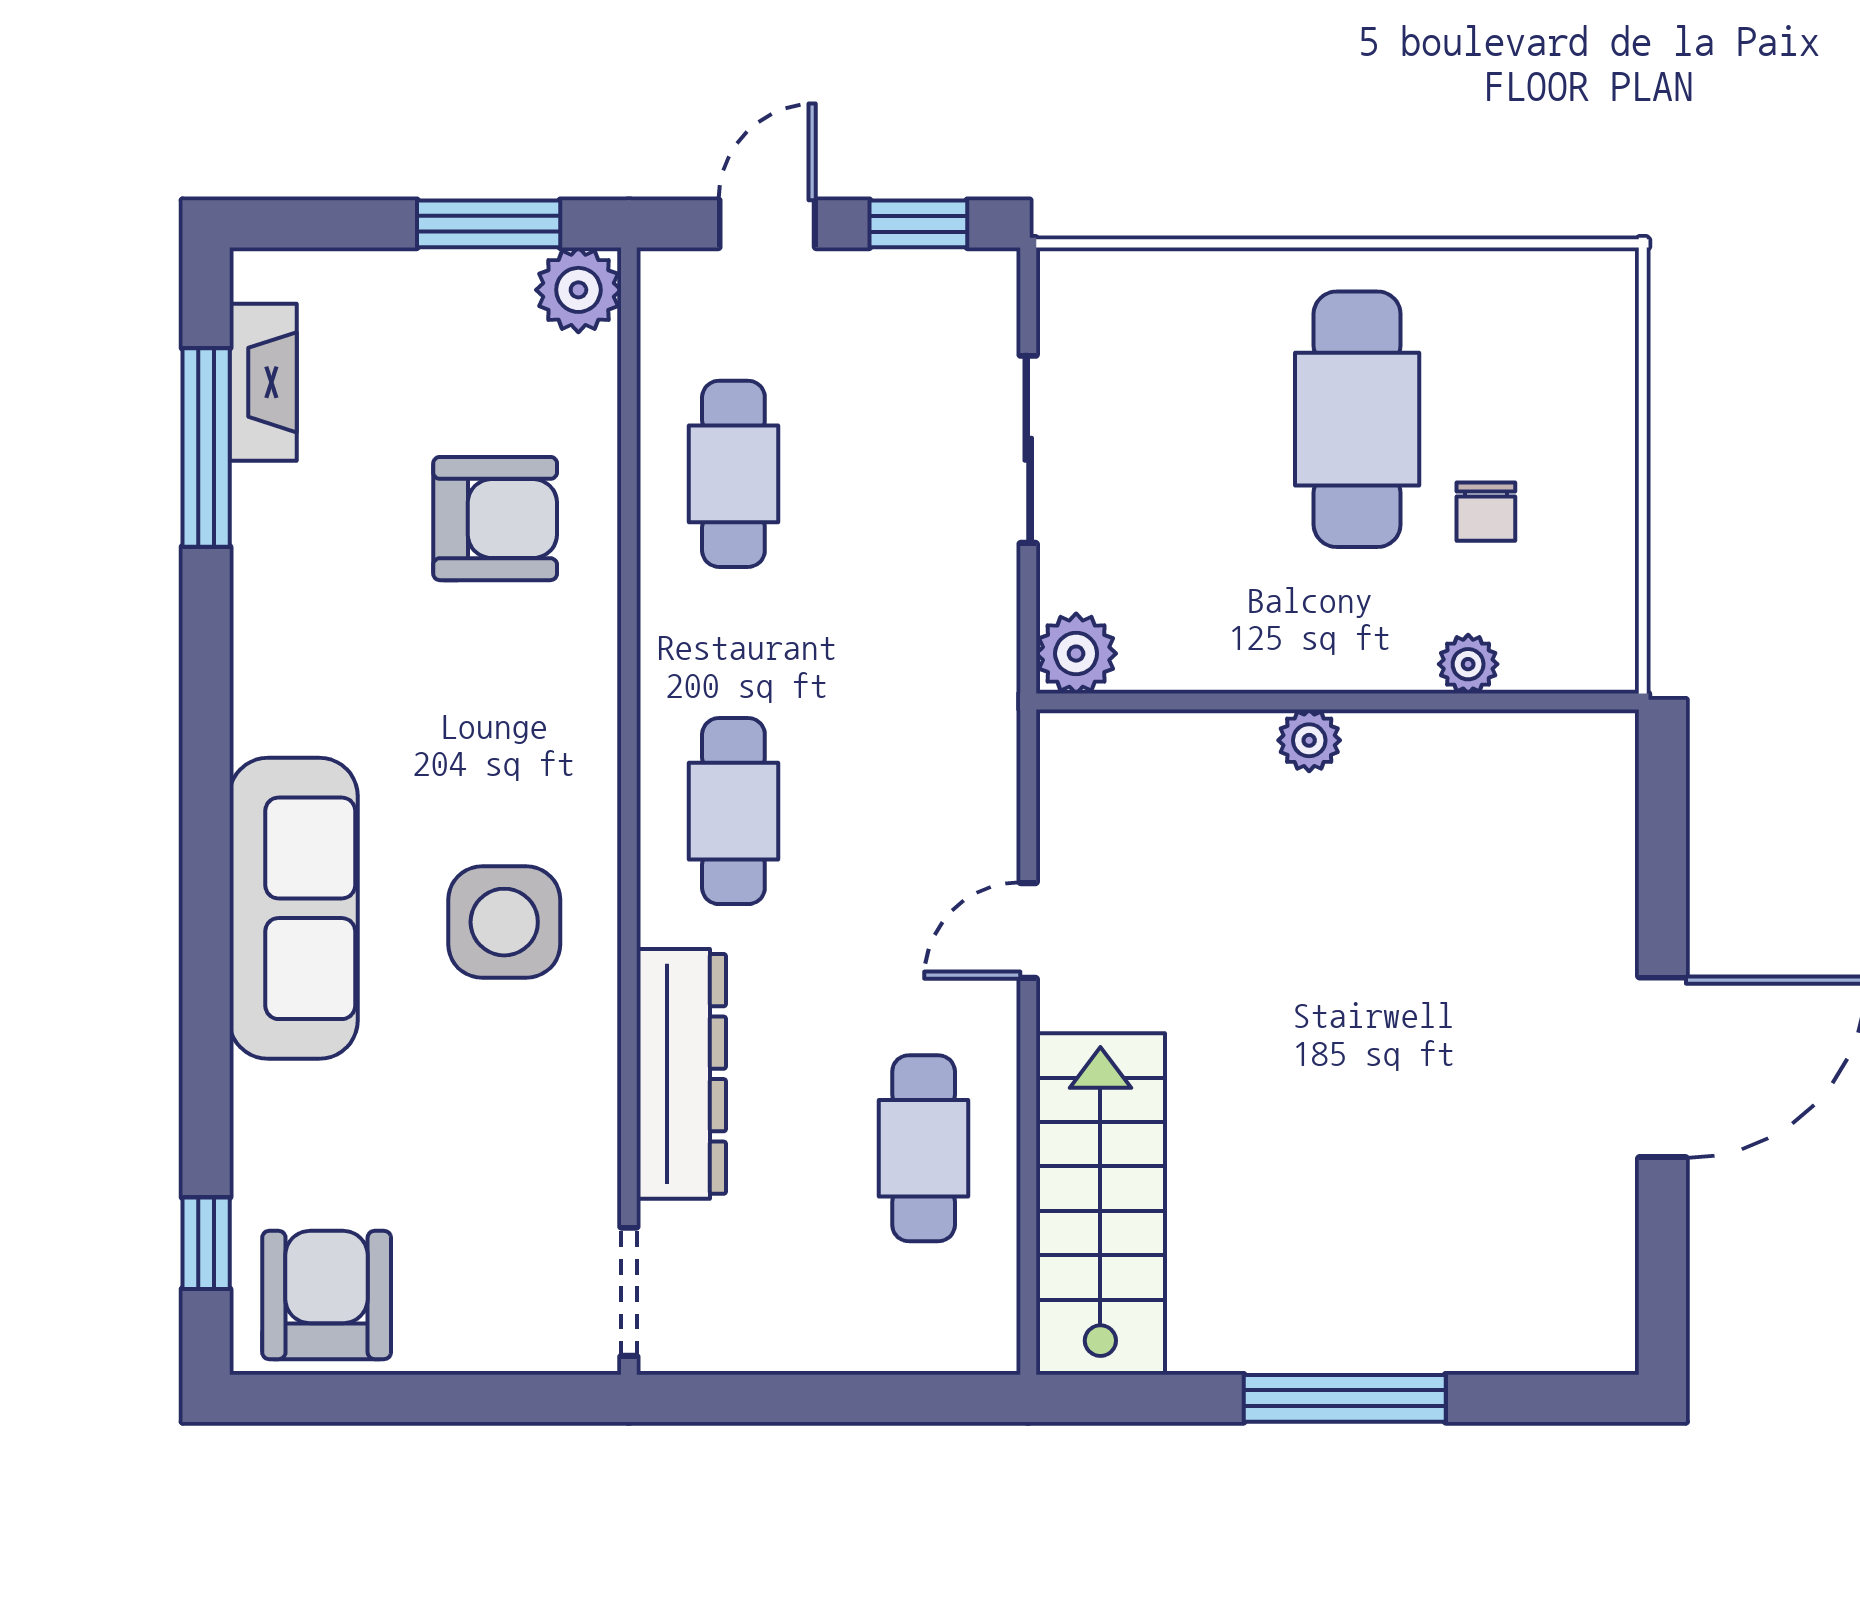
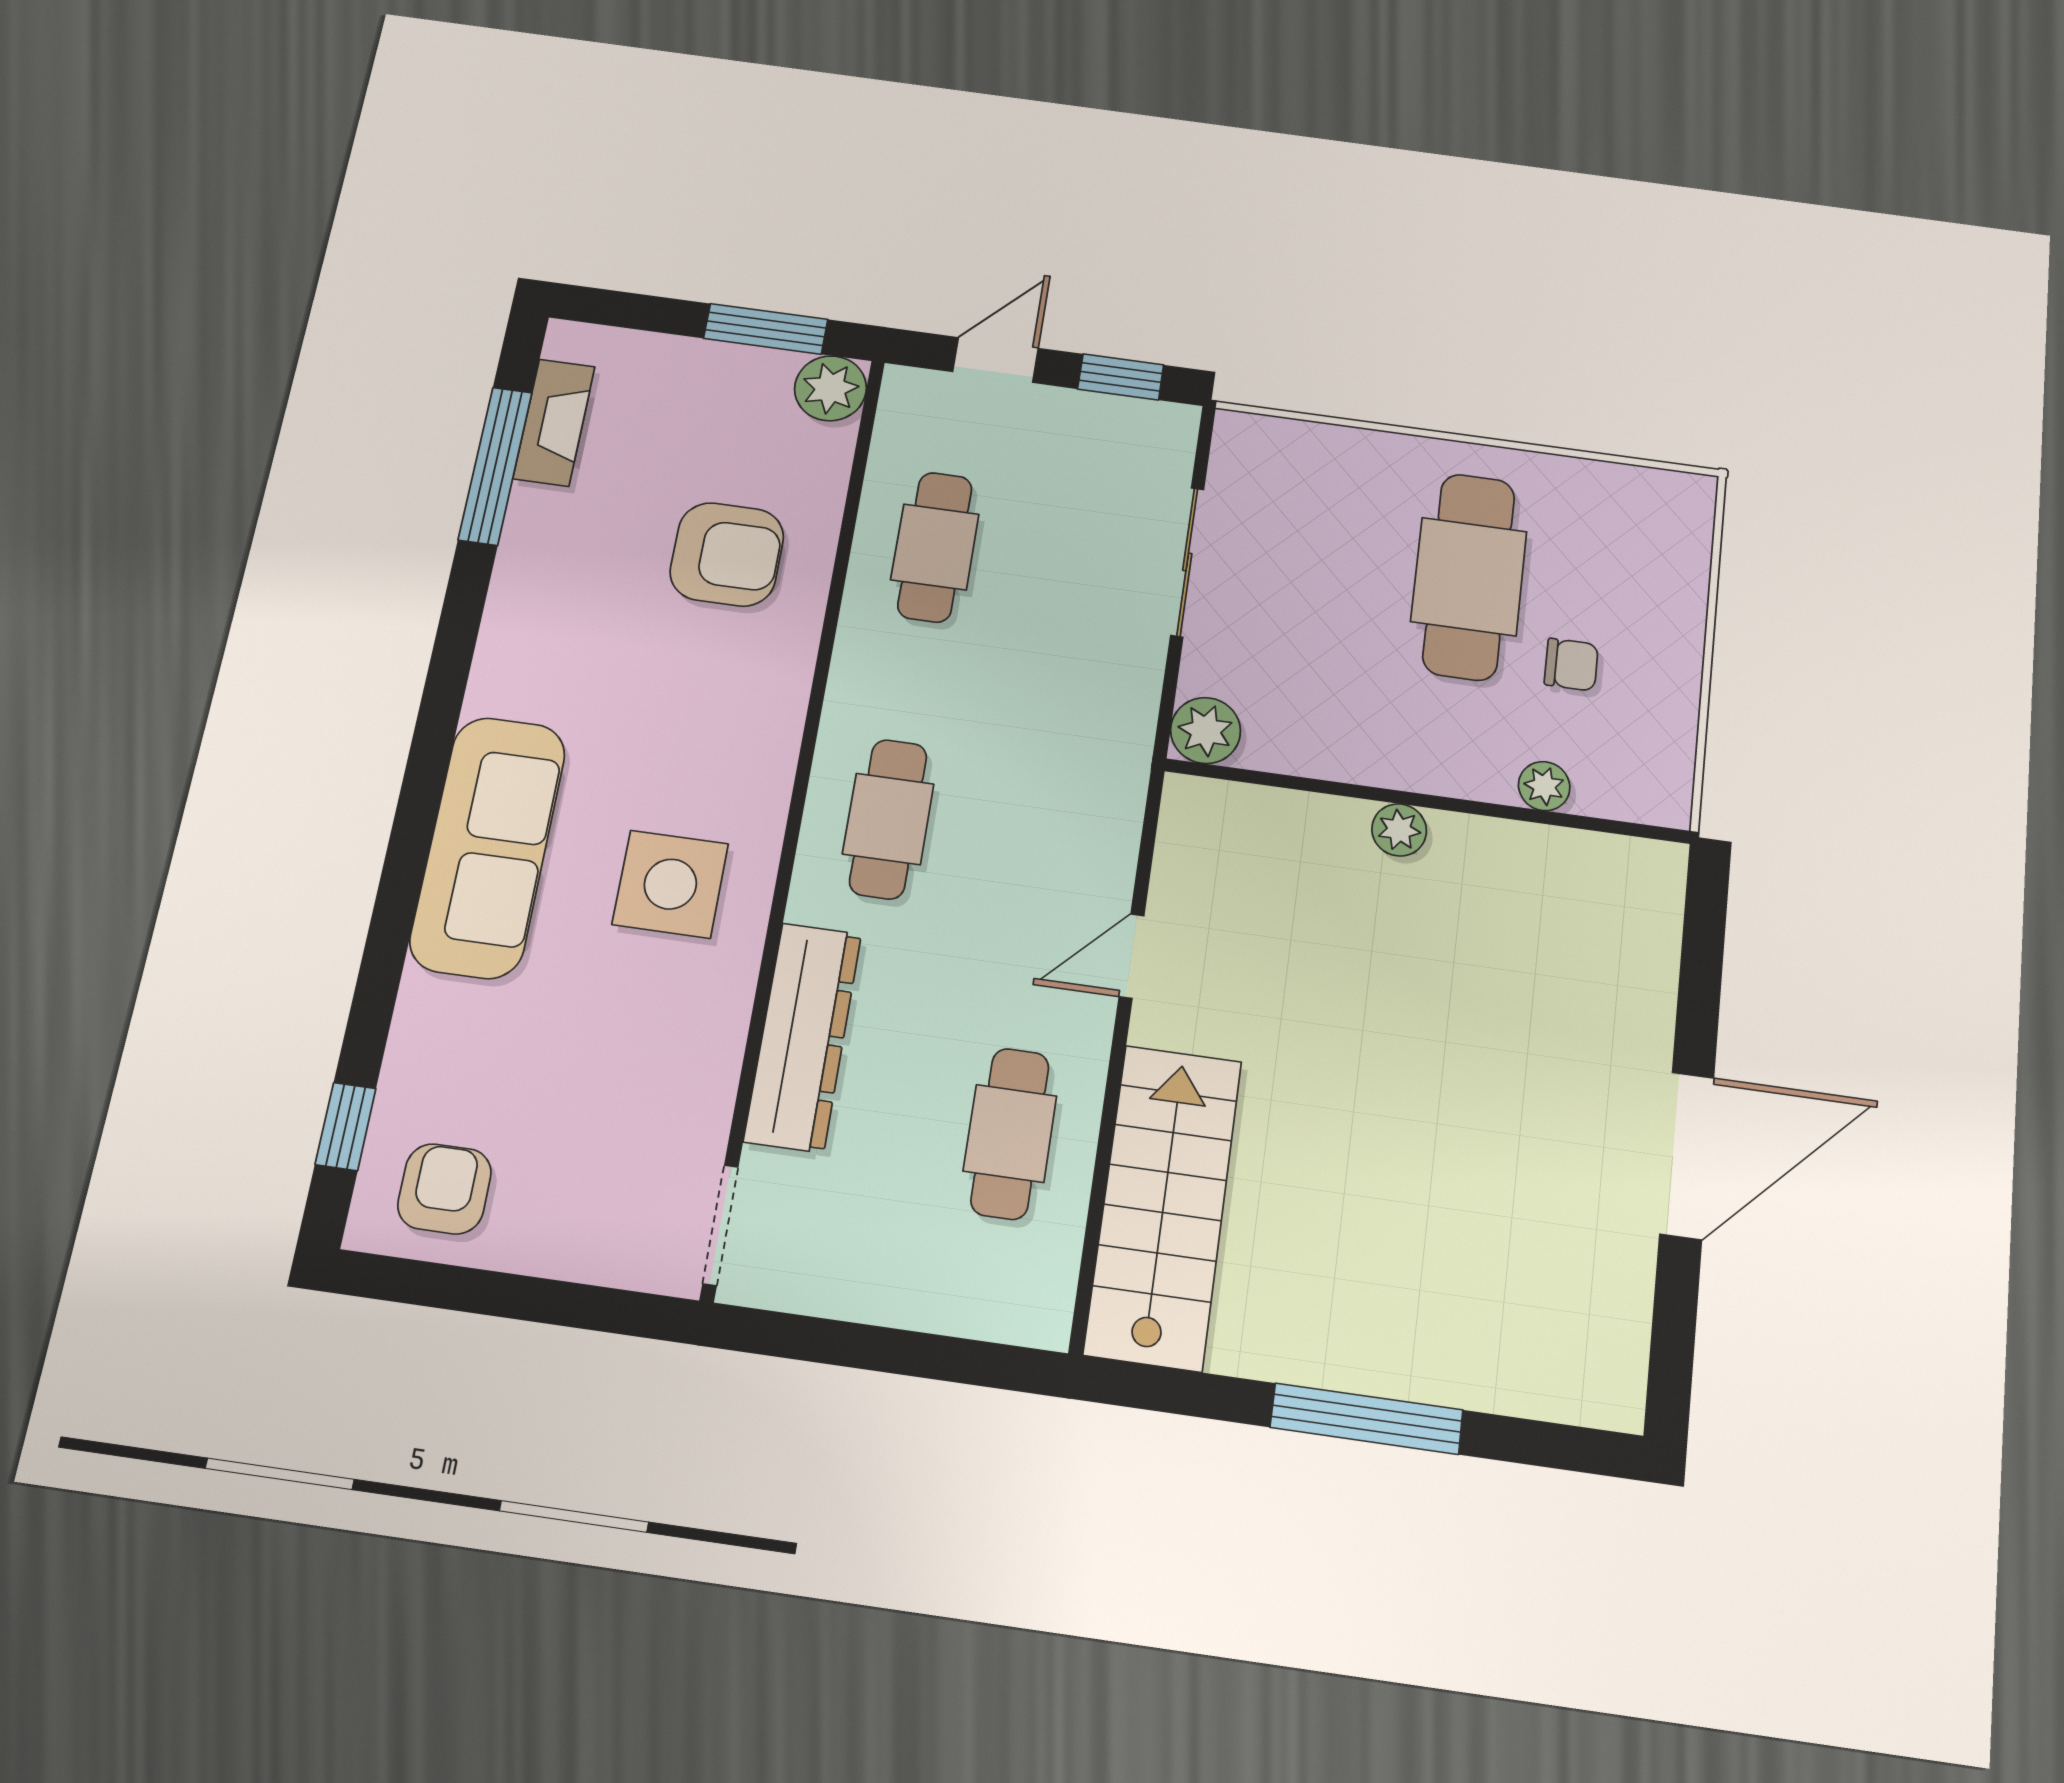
chair: (1486, 512) -> (1571, 665), turned -90
armchair: (327, 1295) -> (444, 1189), width x0.72, depth x0.72

